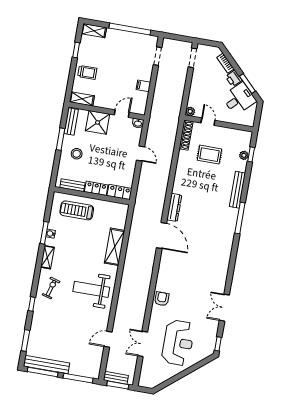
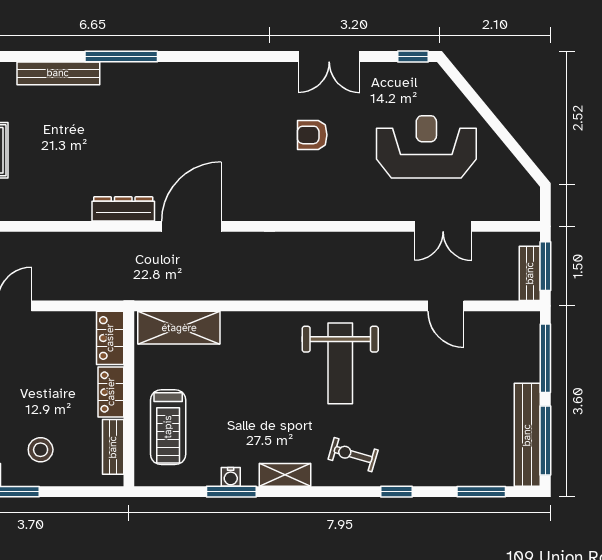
shelving: (115, 247) -> (179, 328), moved
armchair: (162, 299) -> (312, 135), moved

